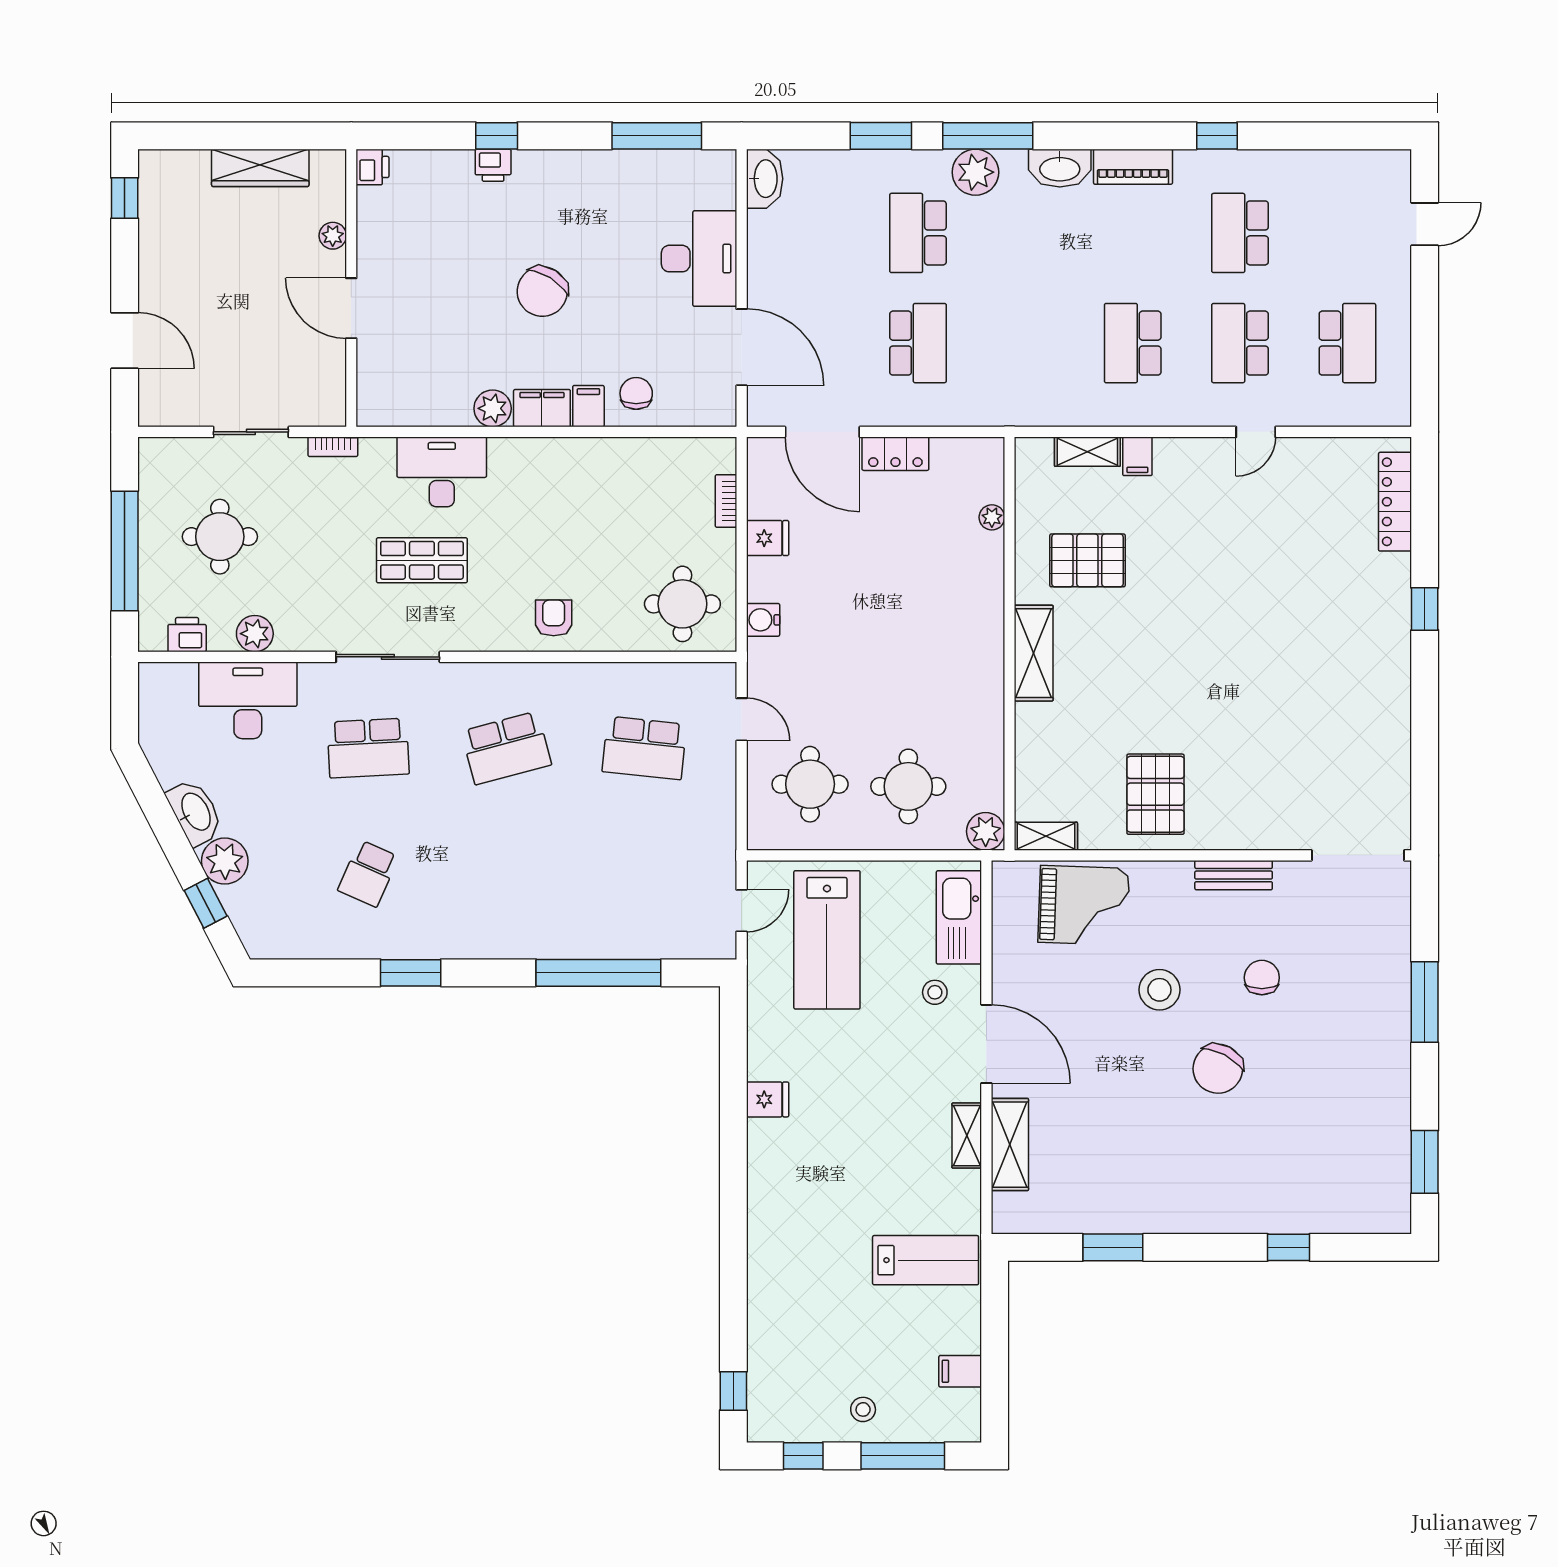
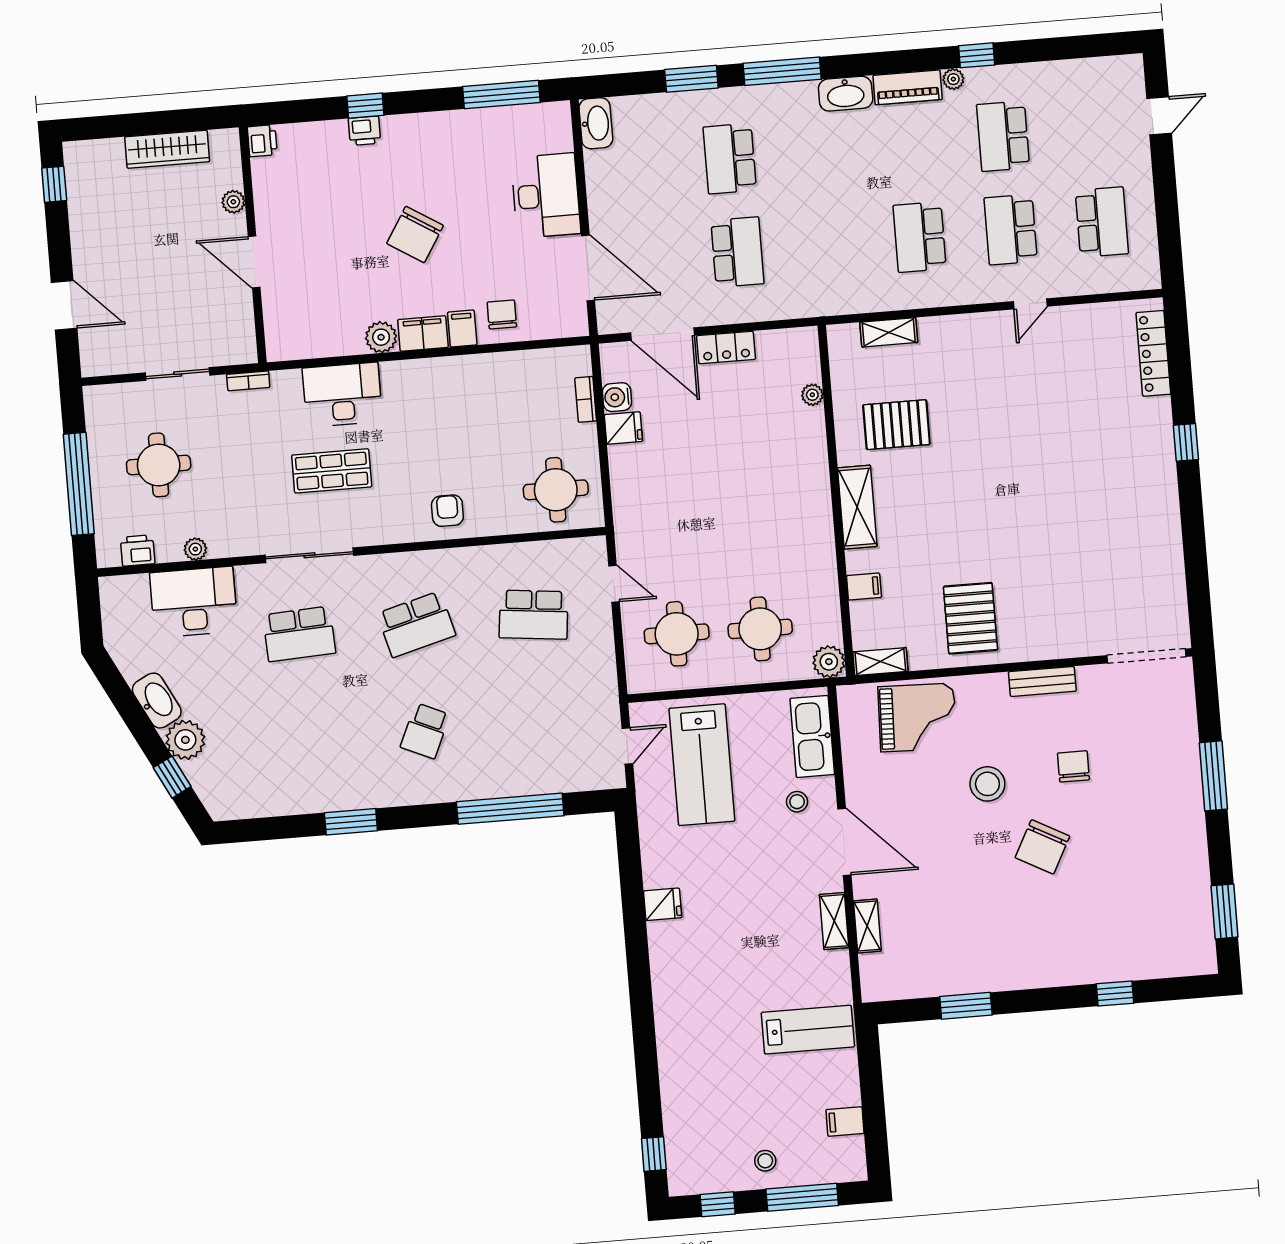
plant: (975, 172) -> (953, 79), moved, width x0.53, depth x0.53
filing cabinet: (1137, 456) -> (864, 587), moved, turned -90
water cooler: (763, 620) -> (617, 397), moved
plant: (255, 634) -> (195, 549), width x0.73, depth x0.73
school desk: (368, 873) -> (425, 731), moved
shelving: (1010, 1145) -> (867, 926), width x0.67, depth x0.75

